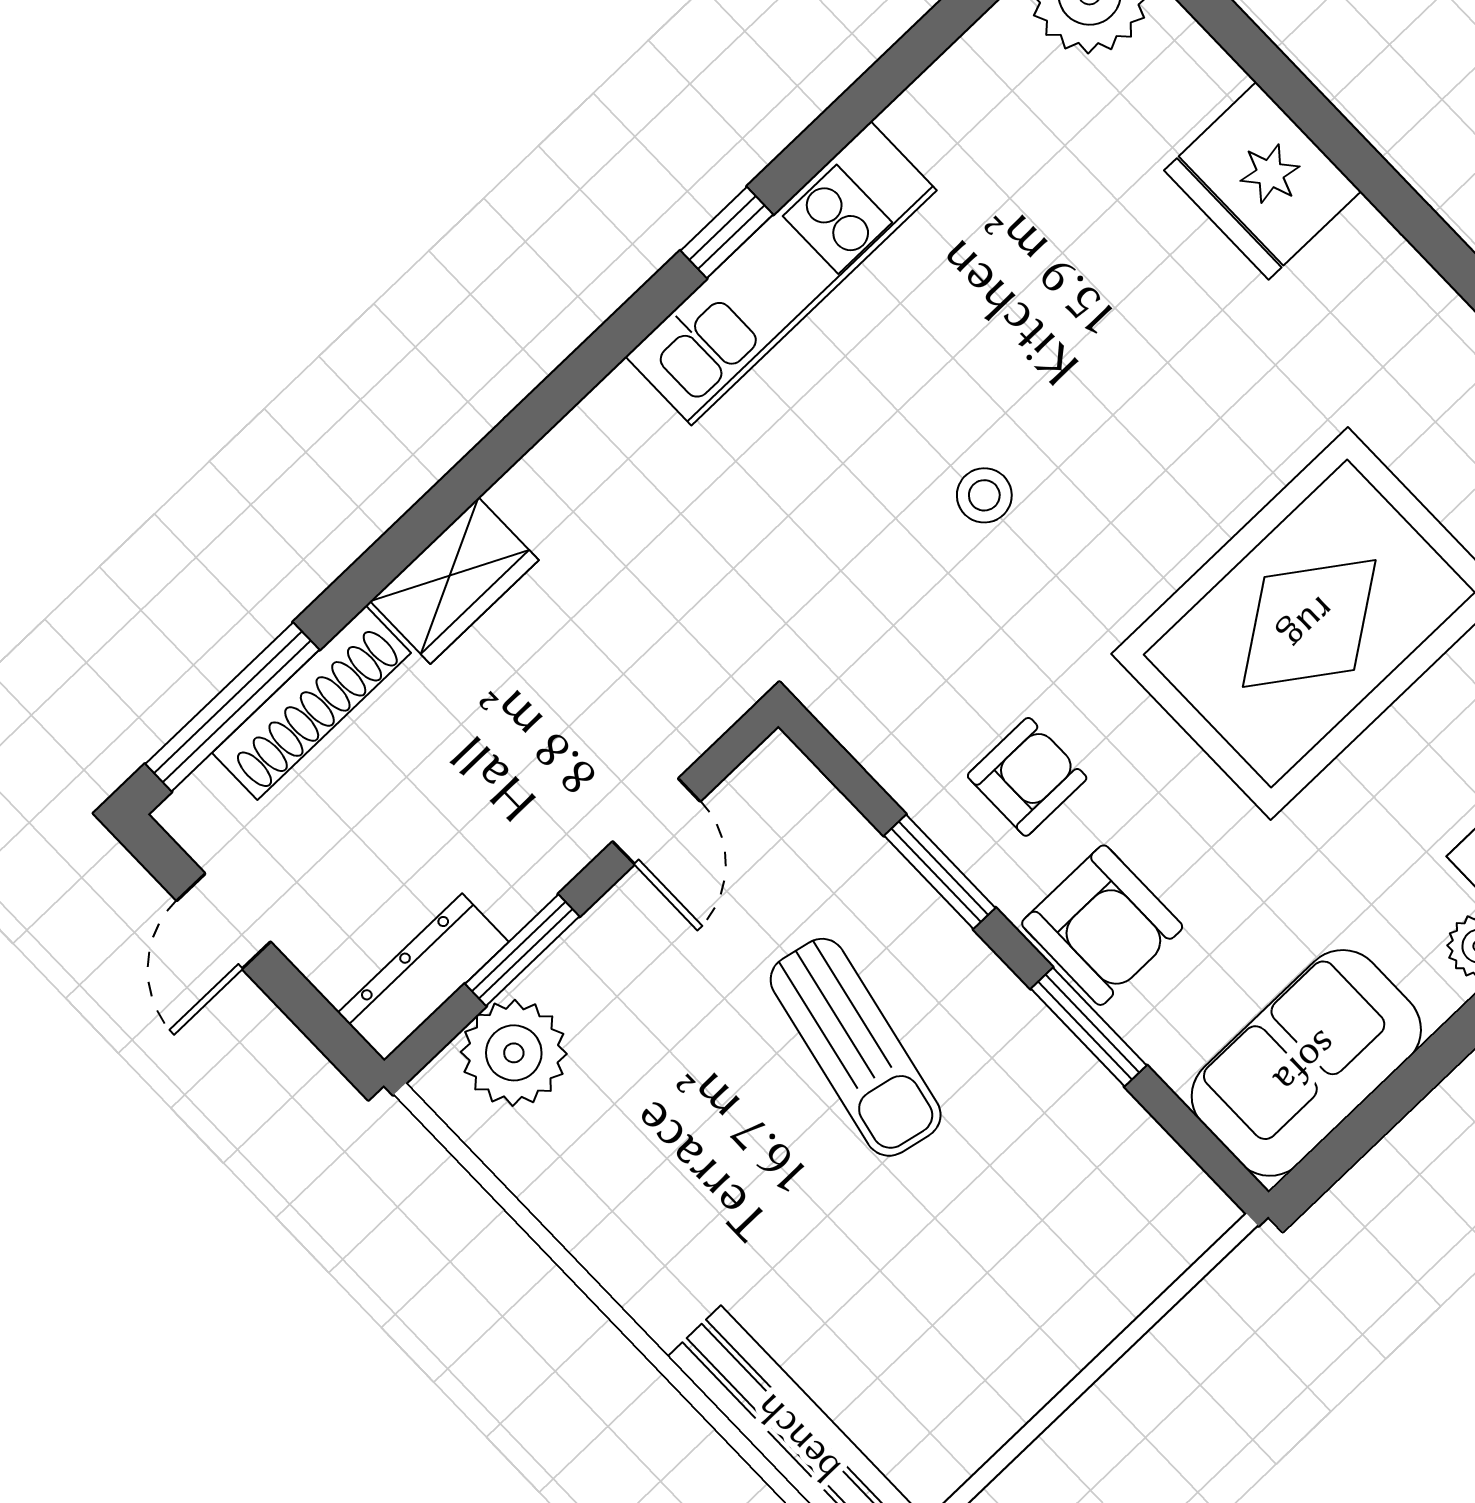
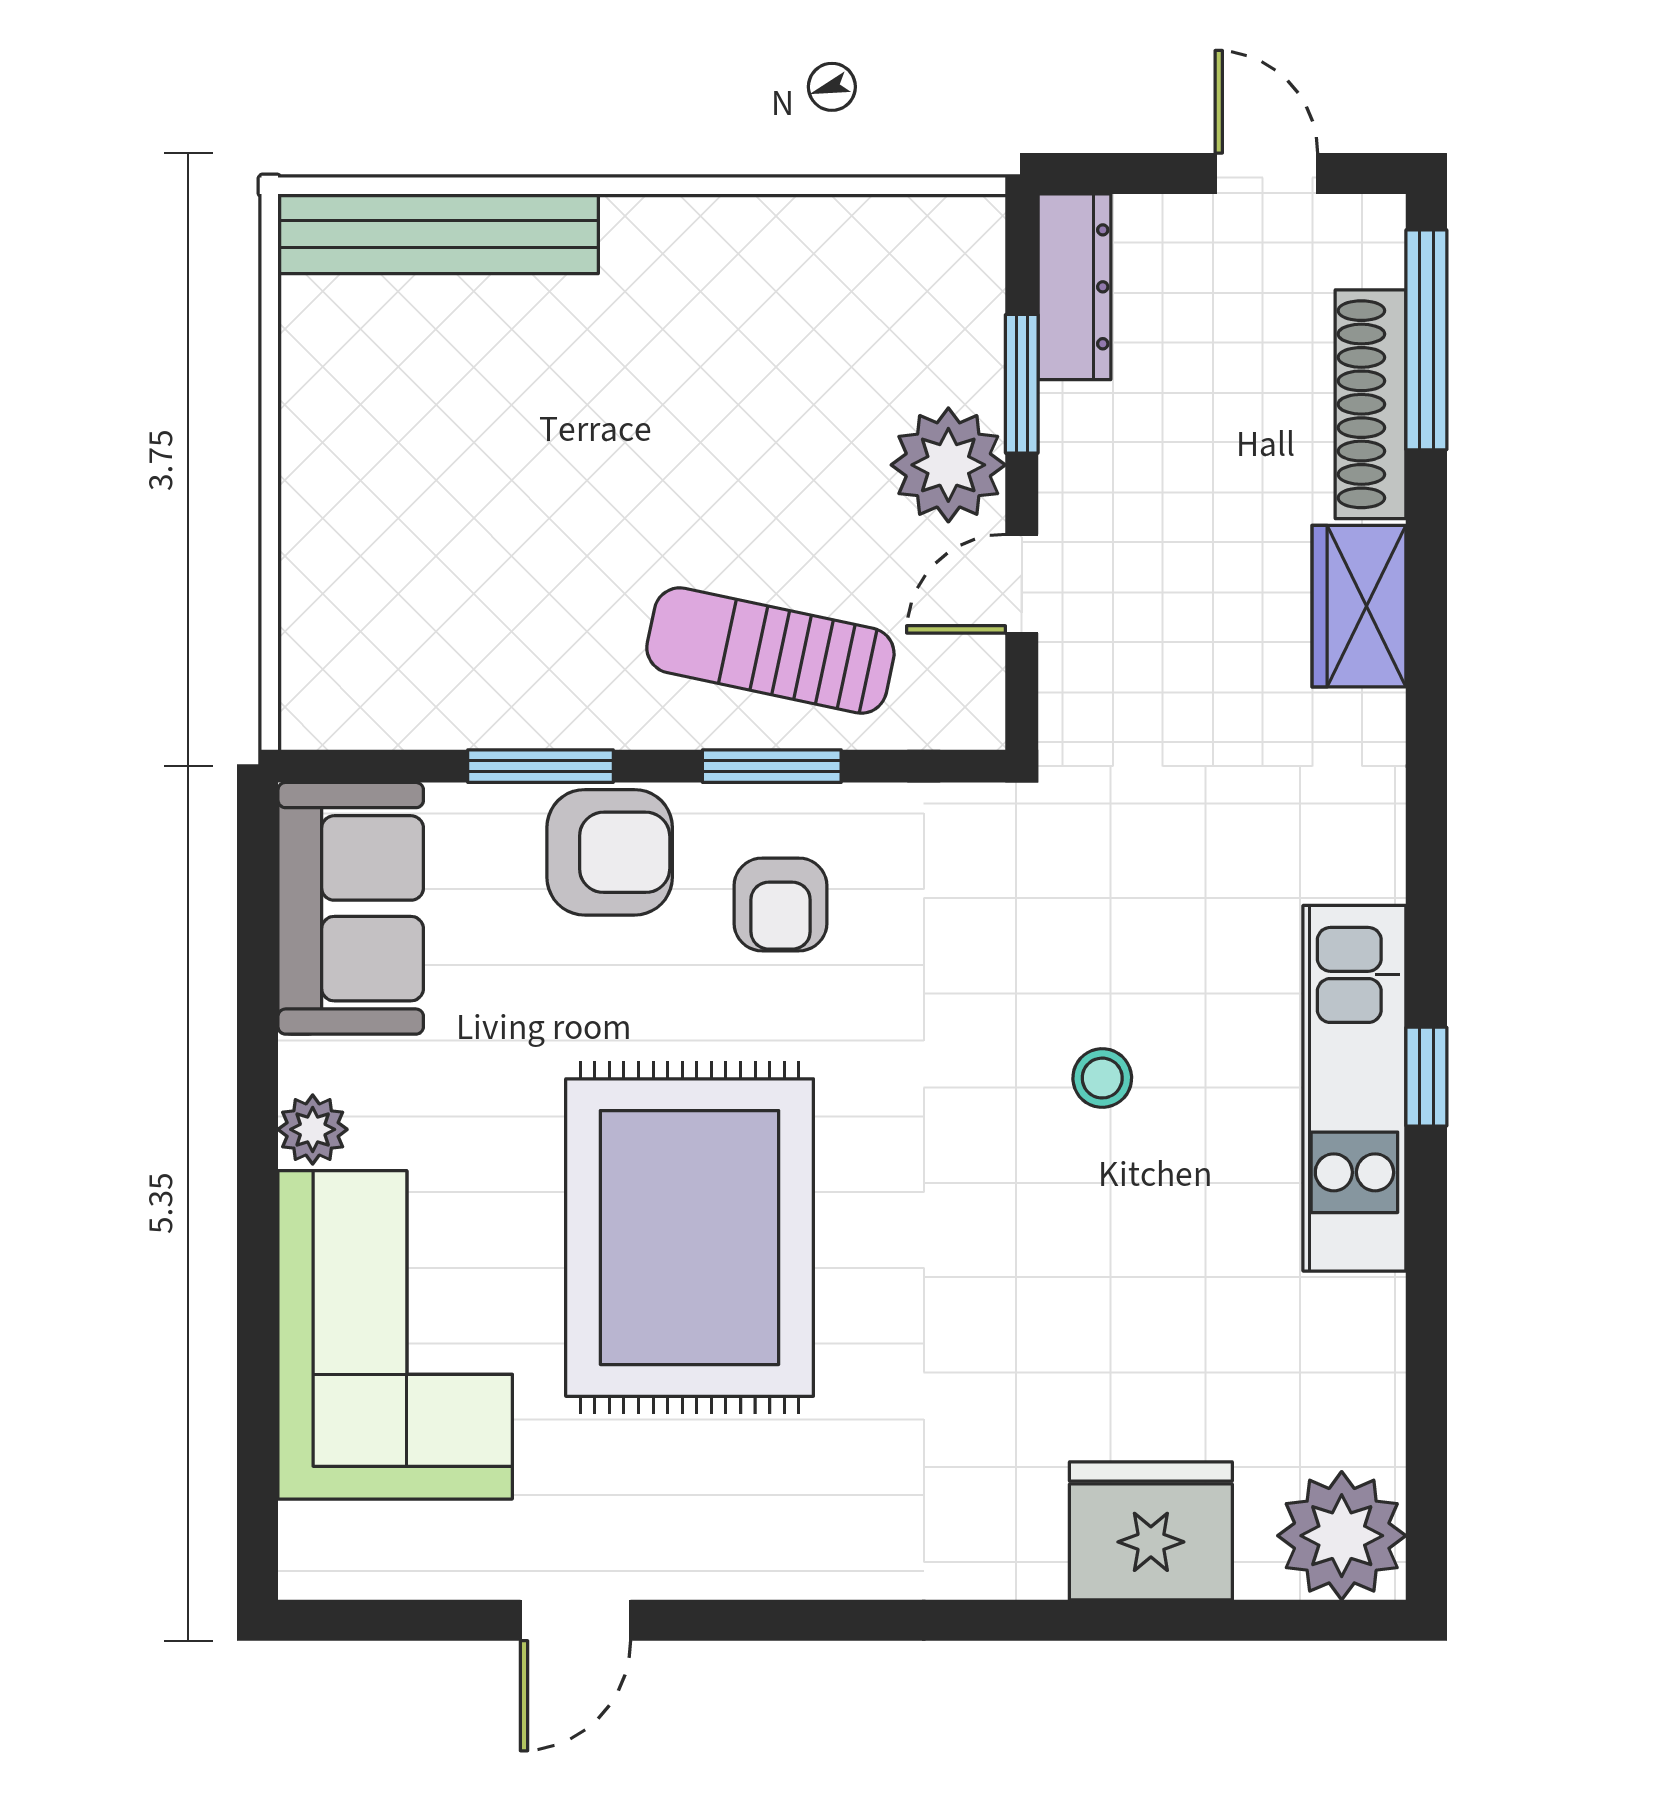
fridge: (1263, 181) -> (1151, 1531), moved
stool: (984, 495) -> (1102, 1078), moved
door: (656, 821) -> (1022, 584), hinge flipped
armchair: (1102, 925) -> (610, 852), turned 180
sun lounger: (856, 1047) -> (770, 651), moved
plant: (514, 1053) -> (948, 465), moved

